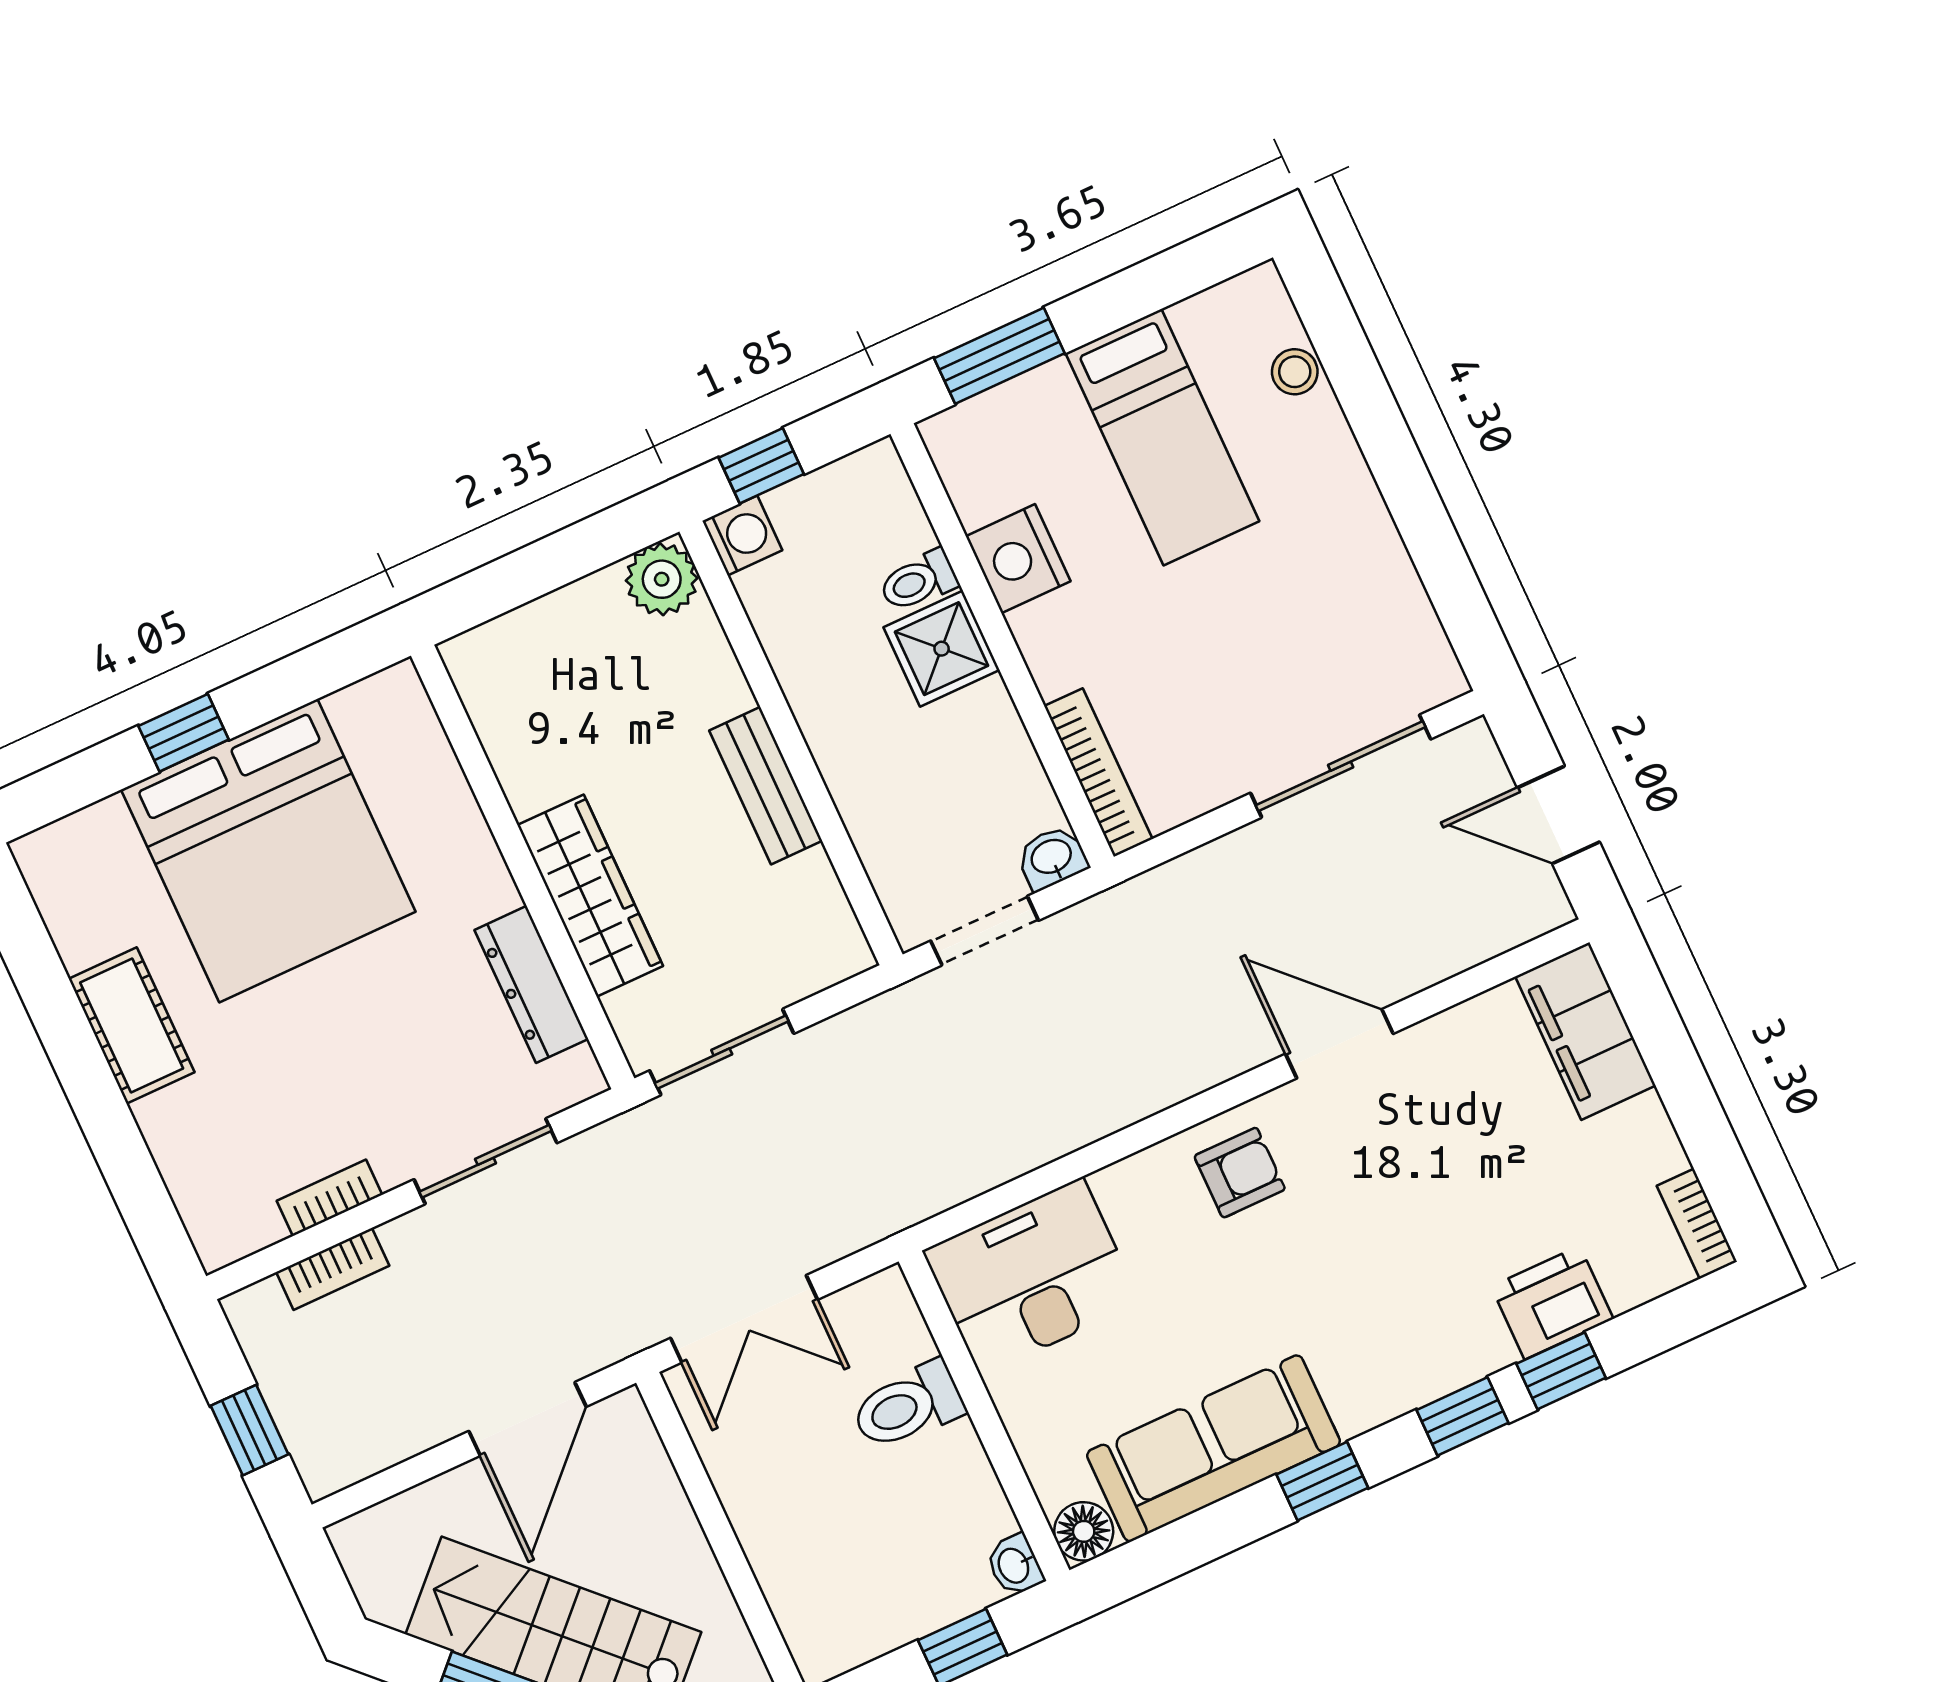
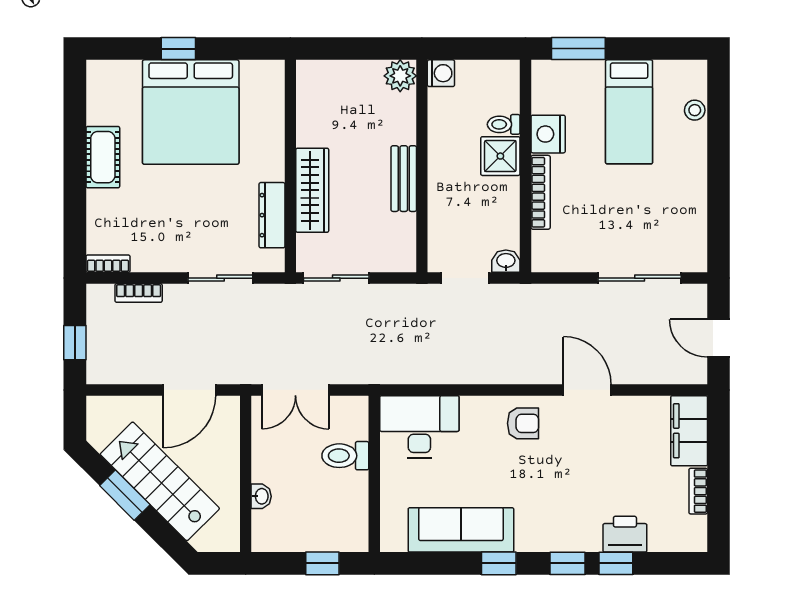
window: (761, 466) -> (462, 49), removed
bookcase: (1098, 773) -> (541, 192), moved
bookcase: (329, 1198) -> (108, 264), moved
bookcase: (1697, 1224) -> (698, 491), moved
floor lamp: (1084, 1531) -> (393, 539), removed
washbasin: (1015, 1565) -> (261, 496), moved, turned 180

